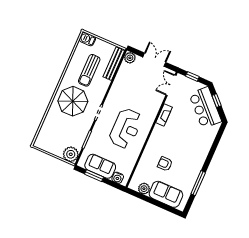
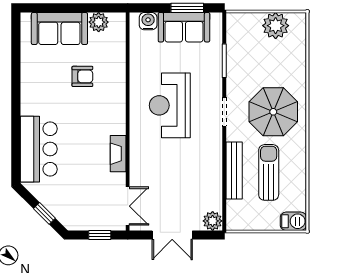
bench: (114, 64) -> (234, 170), moved
bar counter: (205, 108) -> (39, 149), moved, turned 45
plant: (71, 154) -> (276, 26), moved
window: (198, 183) -> (16, 69), removed

